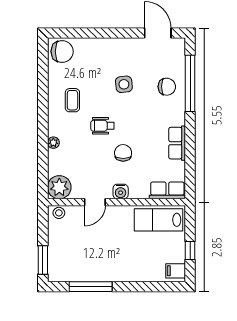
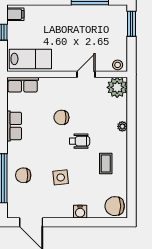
chair: (123, 153) -> (61, 117), turned 90
water cooler: (121, 191) -> (80, 212), moved, turned 180

